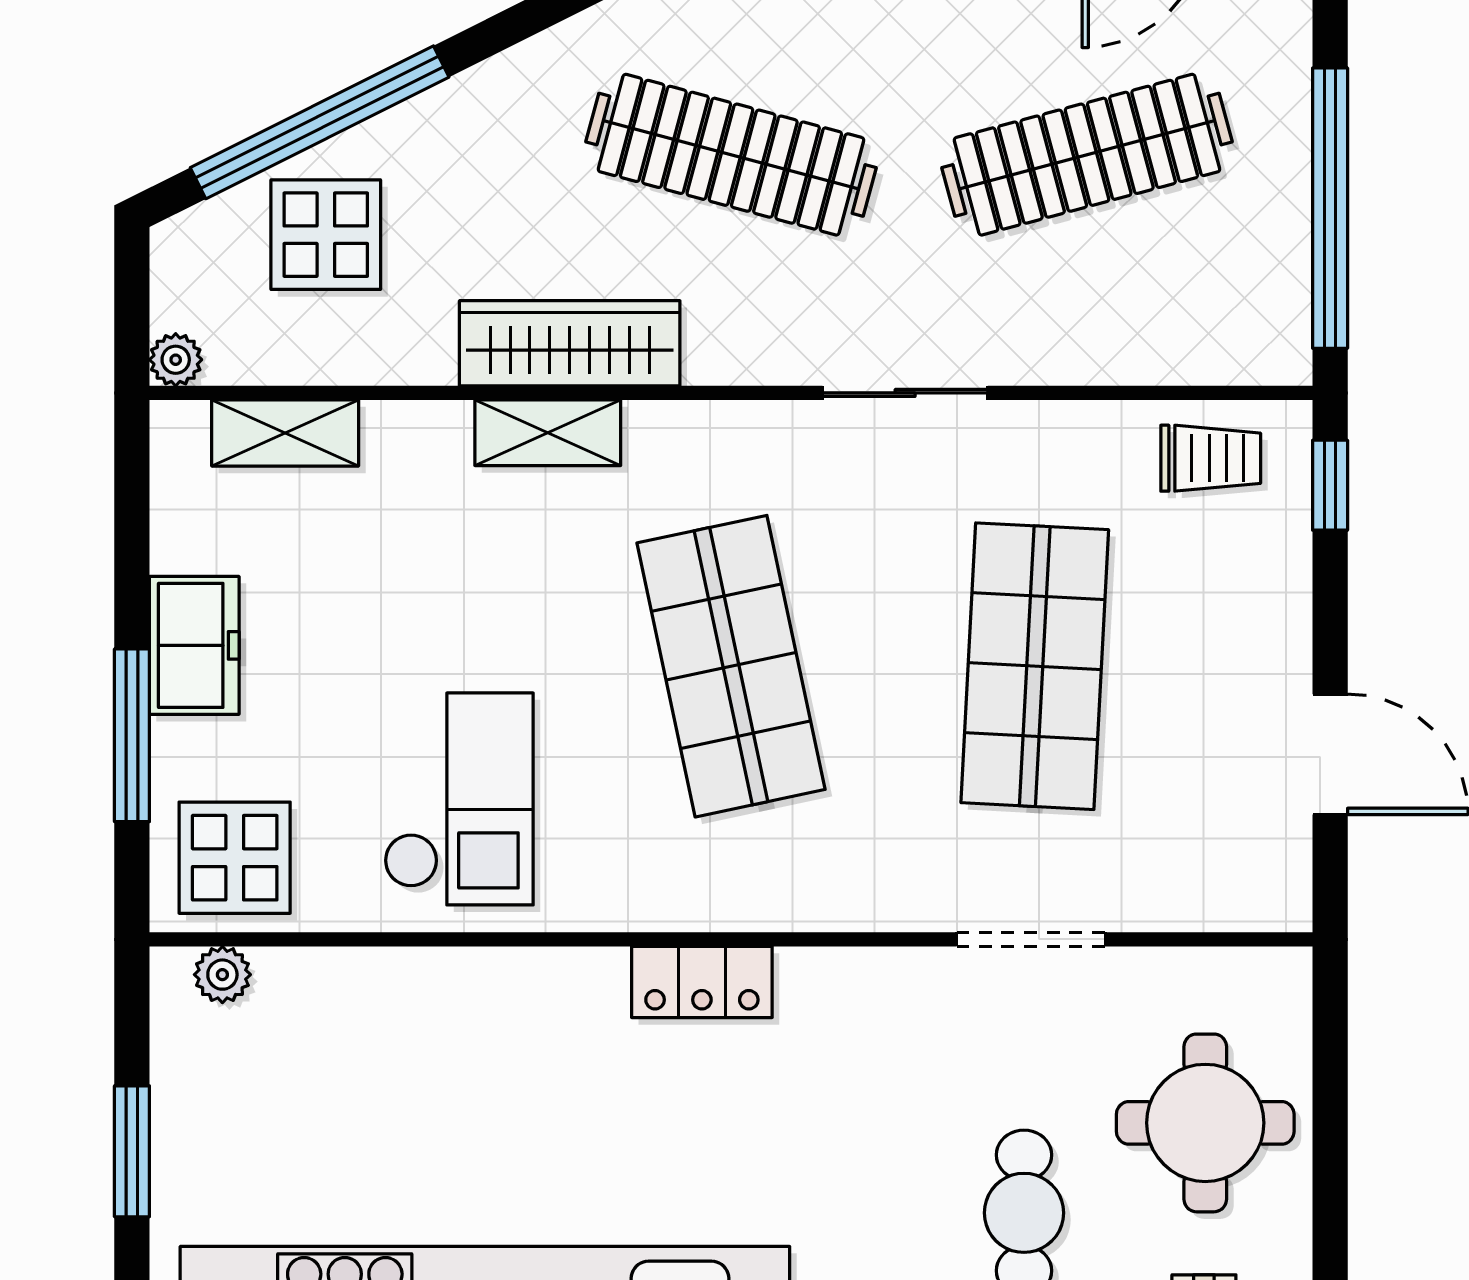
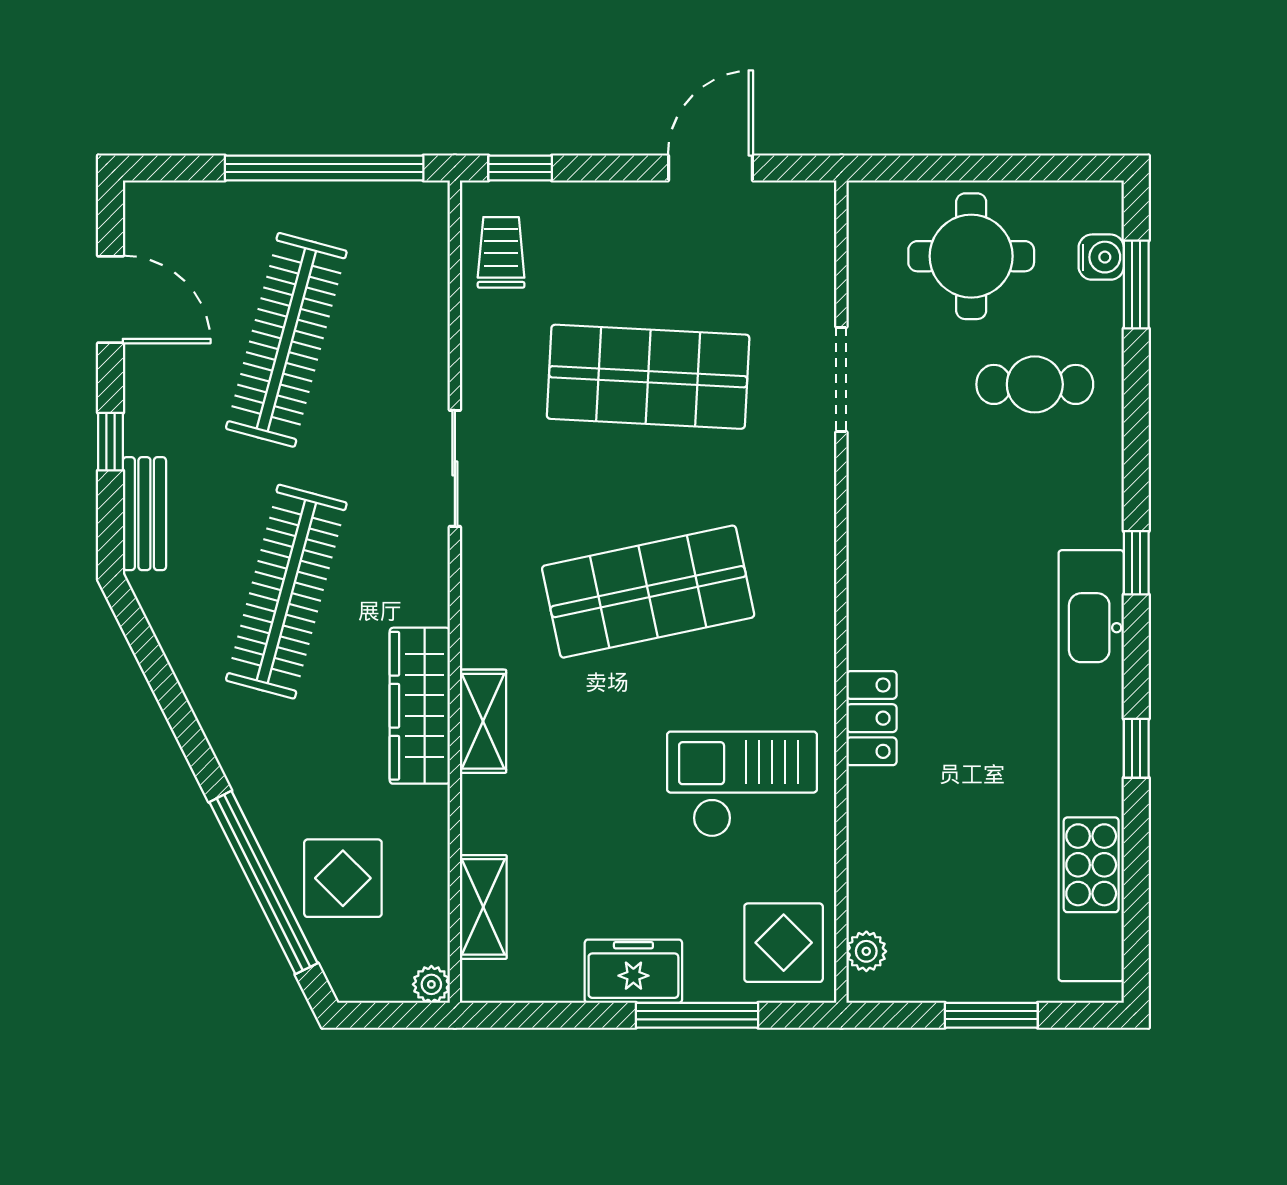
clothes rail: (1087, 155) -> (286, 340), turned 30
locker: (702, 982) -> (871, 718), moved

